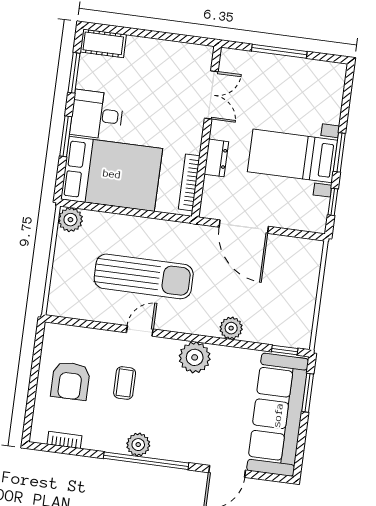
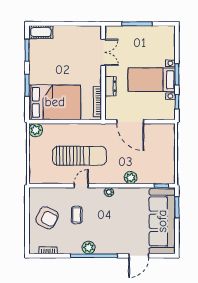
desk: (97, 115) -> (42, 71), removed
plant: (195, 357) -> (109, 192), width x0.53, depth x0.53
armchair: (70, 381) -> (47, 218), turned -64

